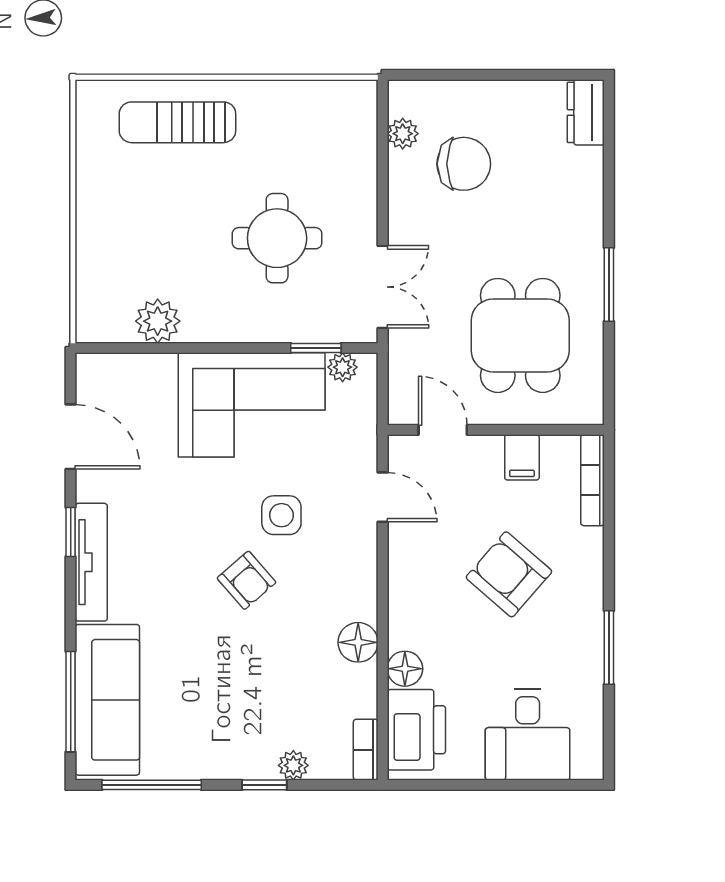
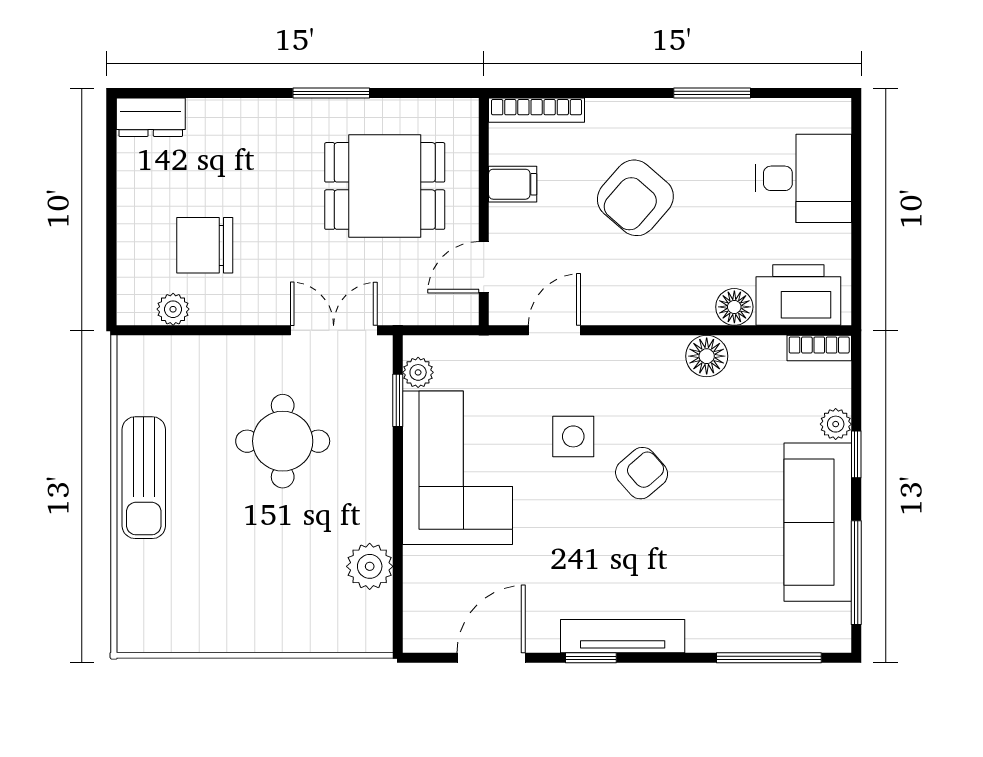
sun lounger: (177, 122) -> (144, 478), moved
chair: (464, 164) -> (205, 245), turned -90
sofa: (107, 700) -> (818, 522), moved, turned -90

